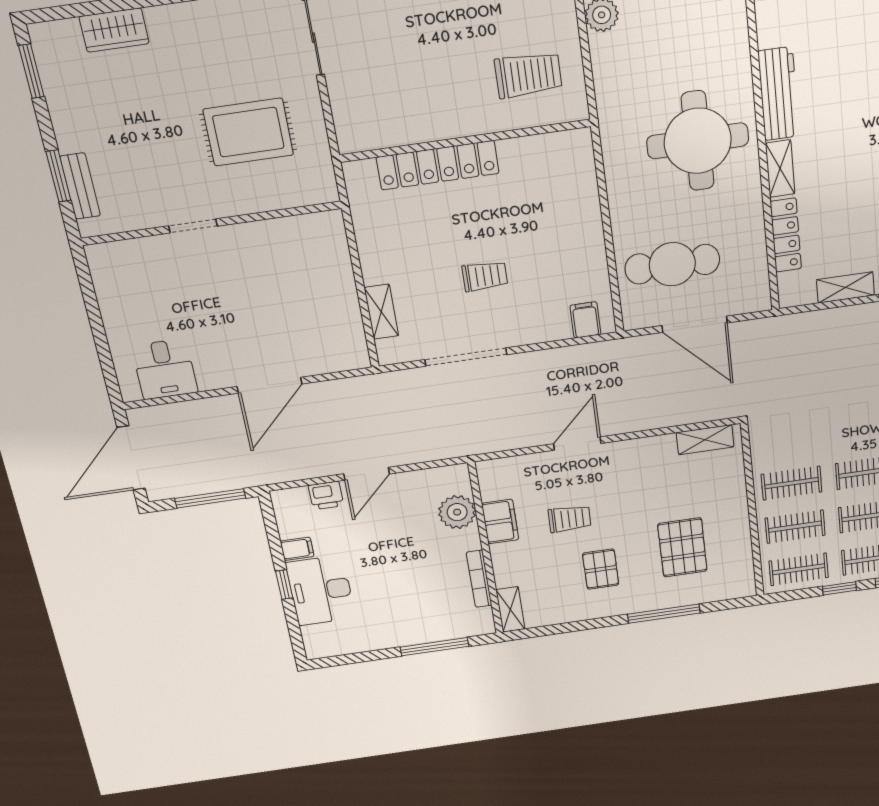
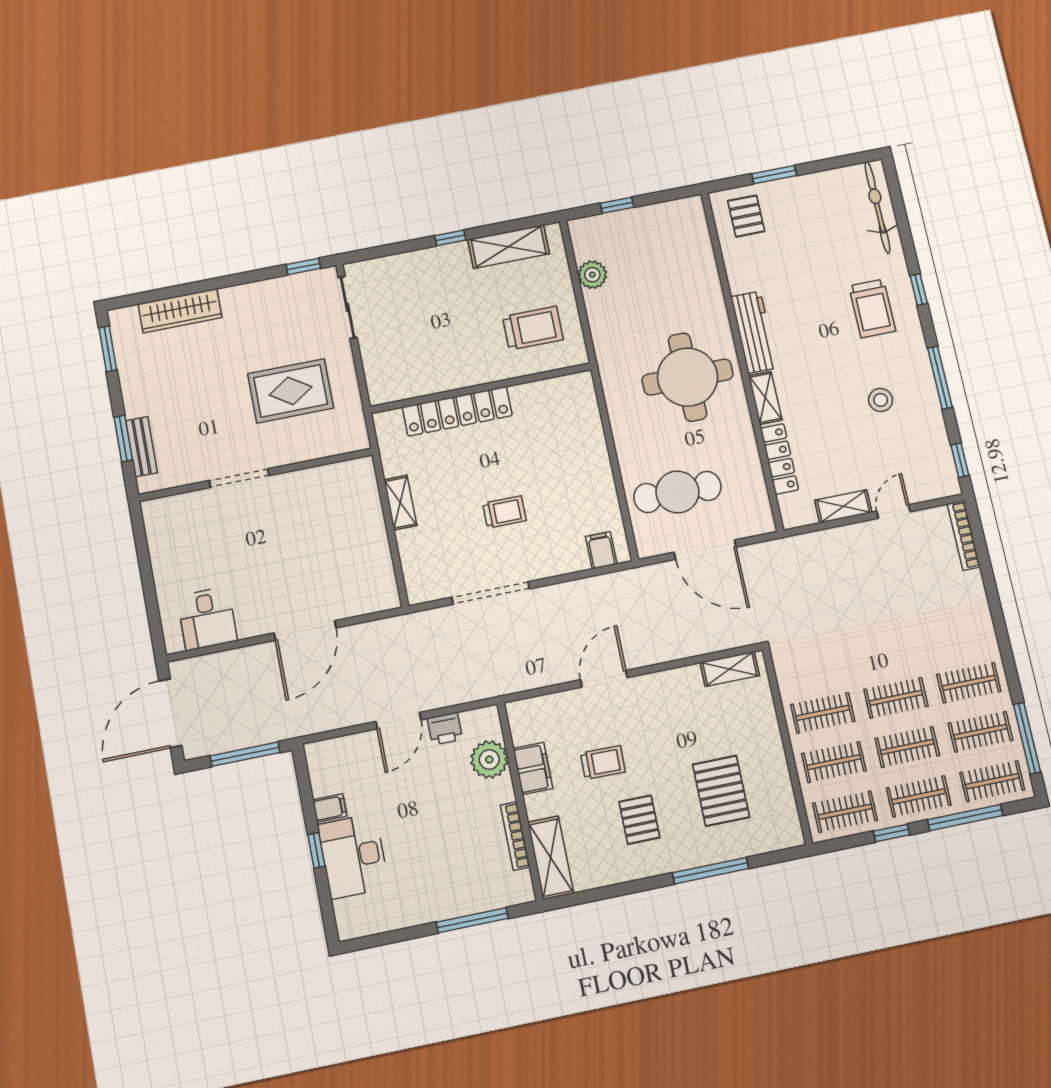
wardrobe: (114, 30) -> (180, 311), width x1.50
doorway: (193, 226) -> (239, 478), width x1.38
shelving: (381, 312) -> (400, 503), moved
printer: (326, 495) -> (445, 729), moved
shelving: (510, 609) -> (551, 858), width x1.50, depth x1.33

